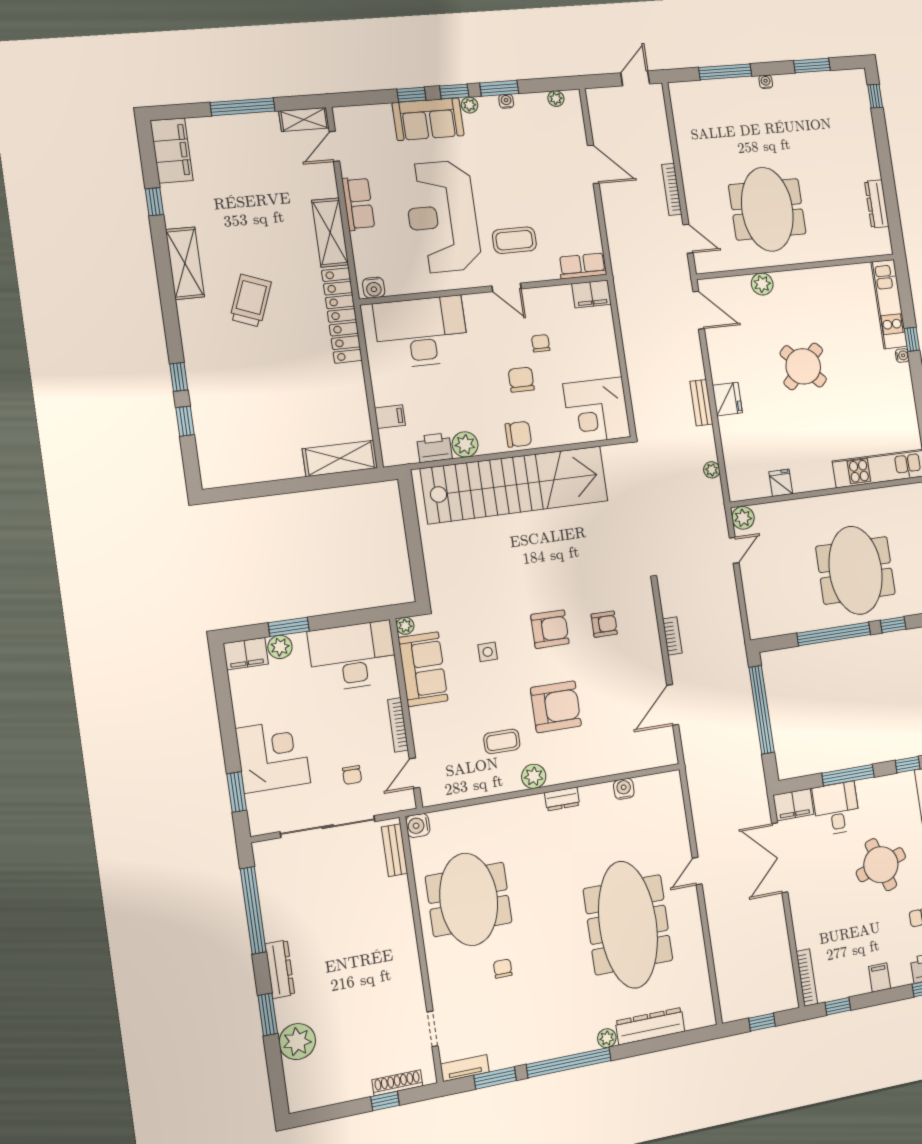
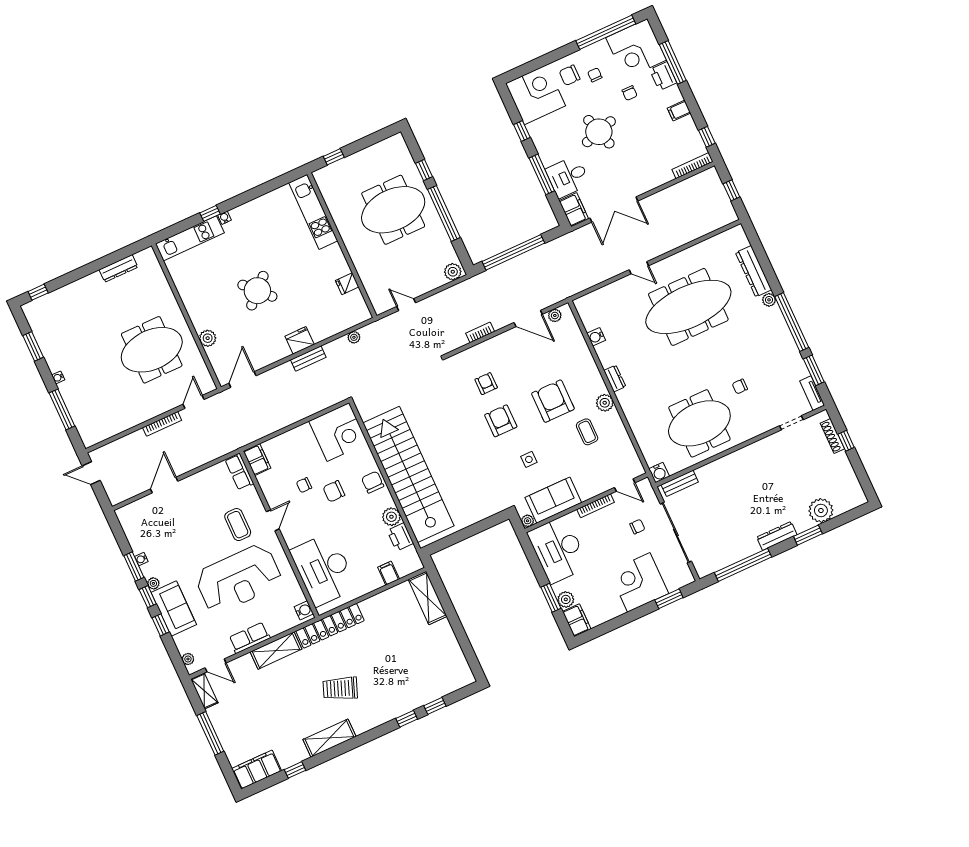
plant: (556, 99) -> (188, 659), moved
plant: (743, 518) -> (453, 272), moved
plant: (667, 741) -> (555, 315), added

